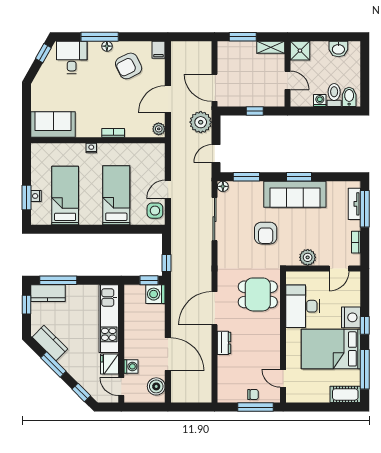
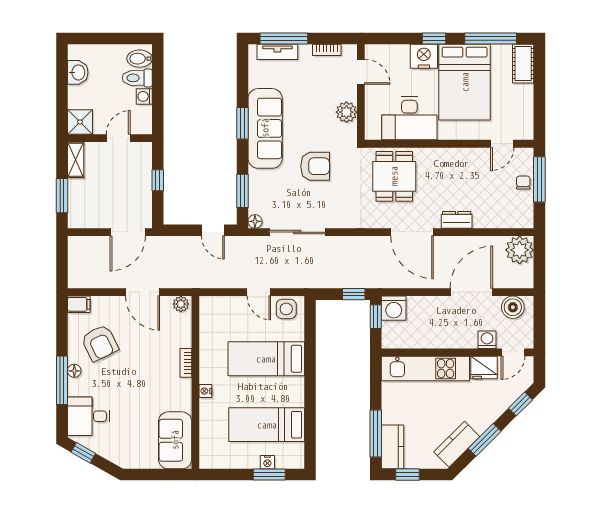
plant: (201, 122) -> (520, 250), moved

